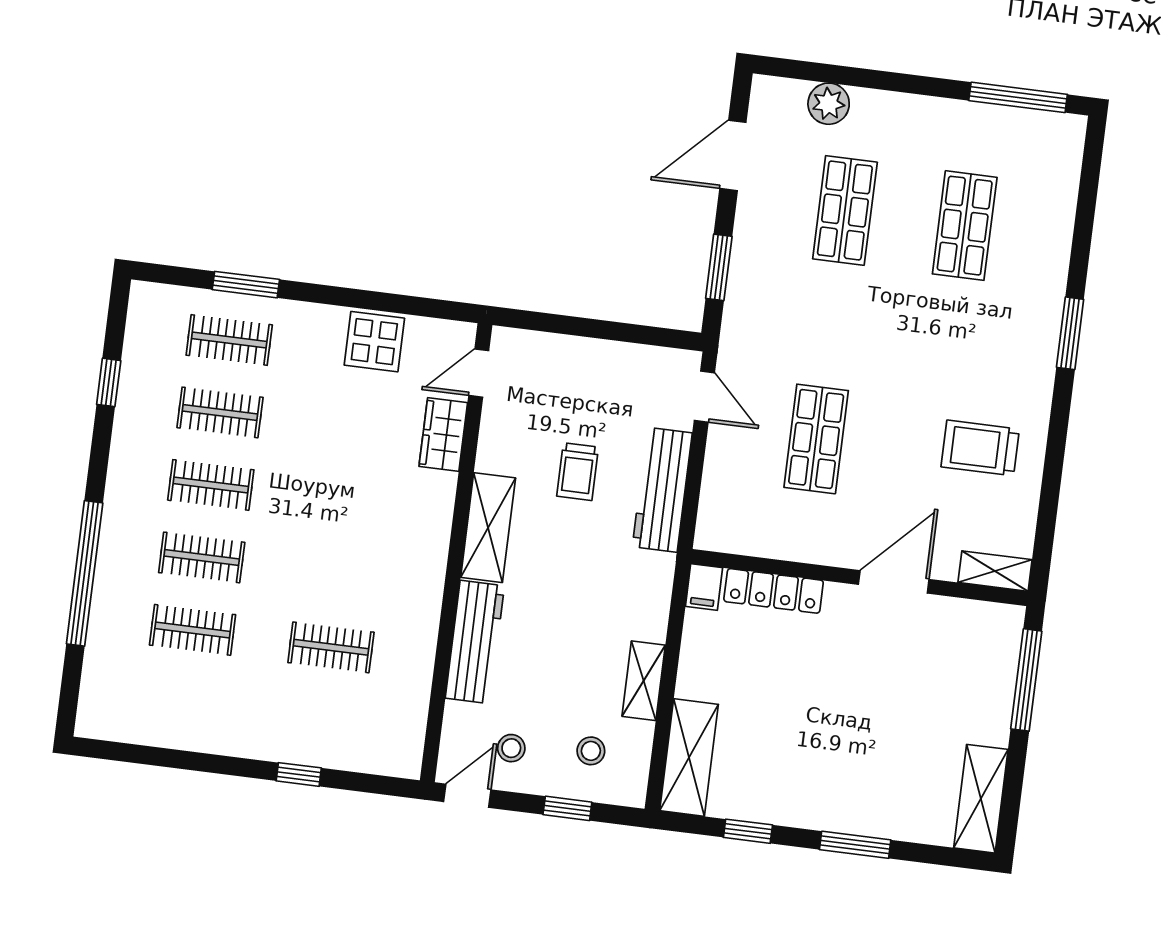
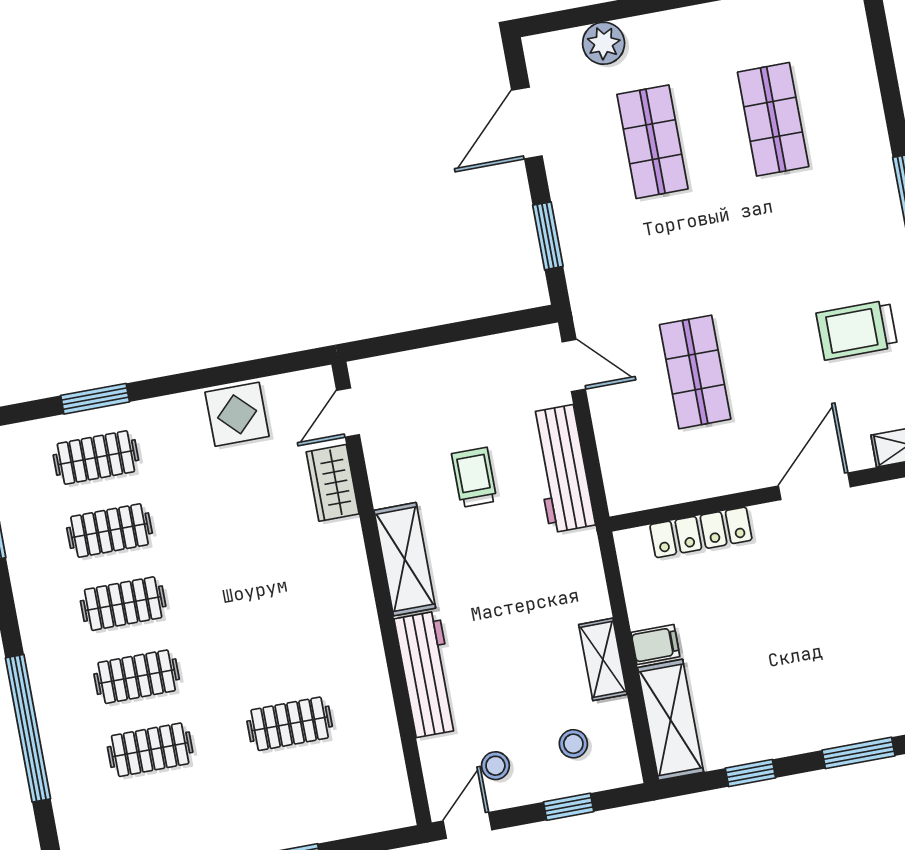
trolley: (578, 472) -> (474, 477), turned 180
filing cabinet: (704, 587) -> (655, 645), moved, turned -90

